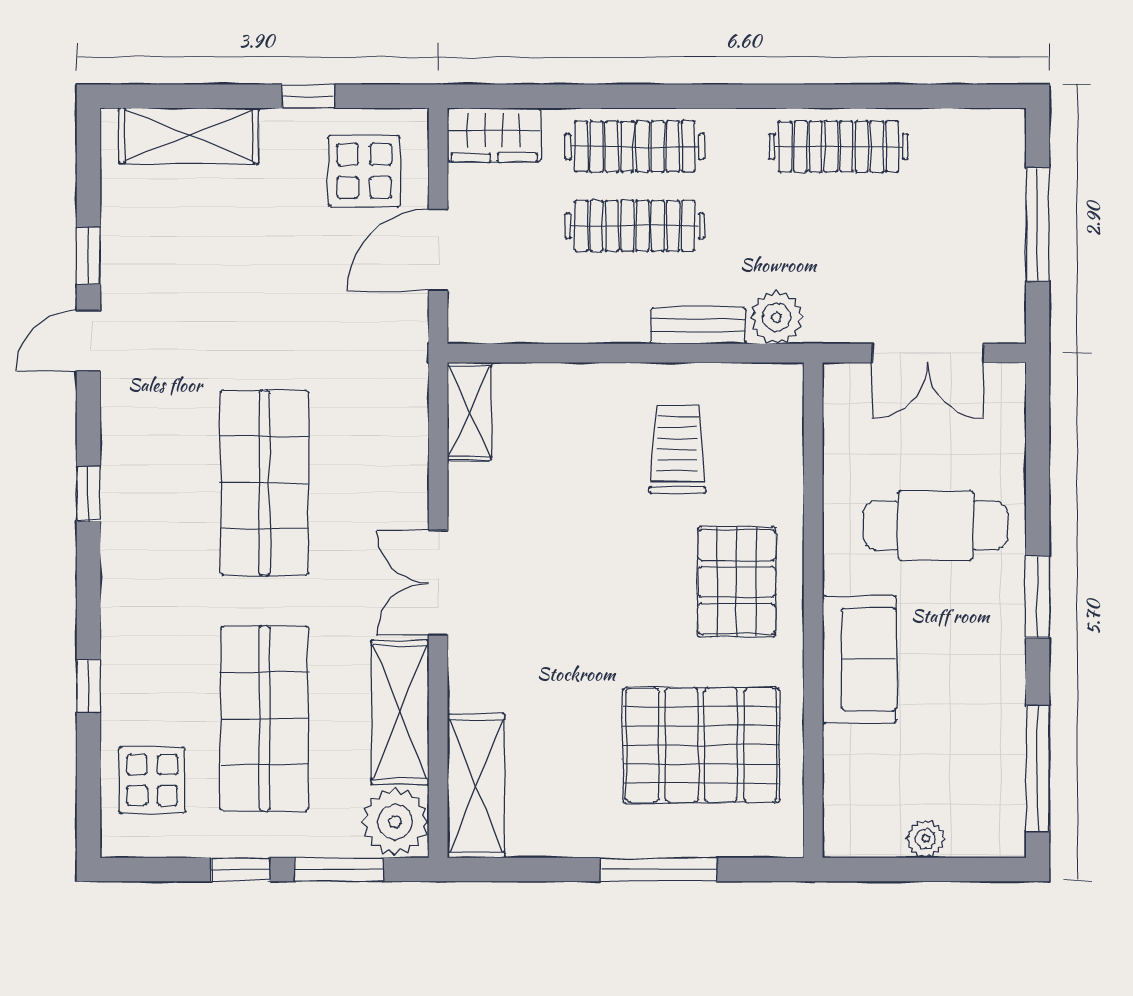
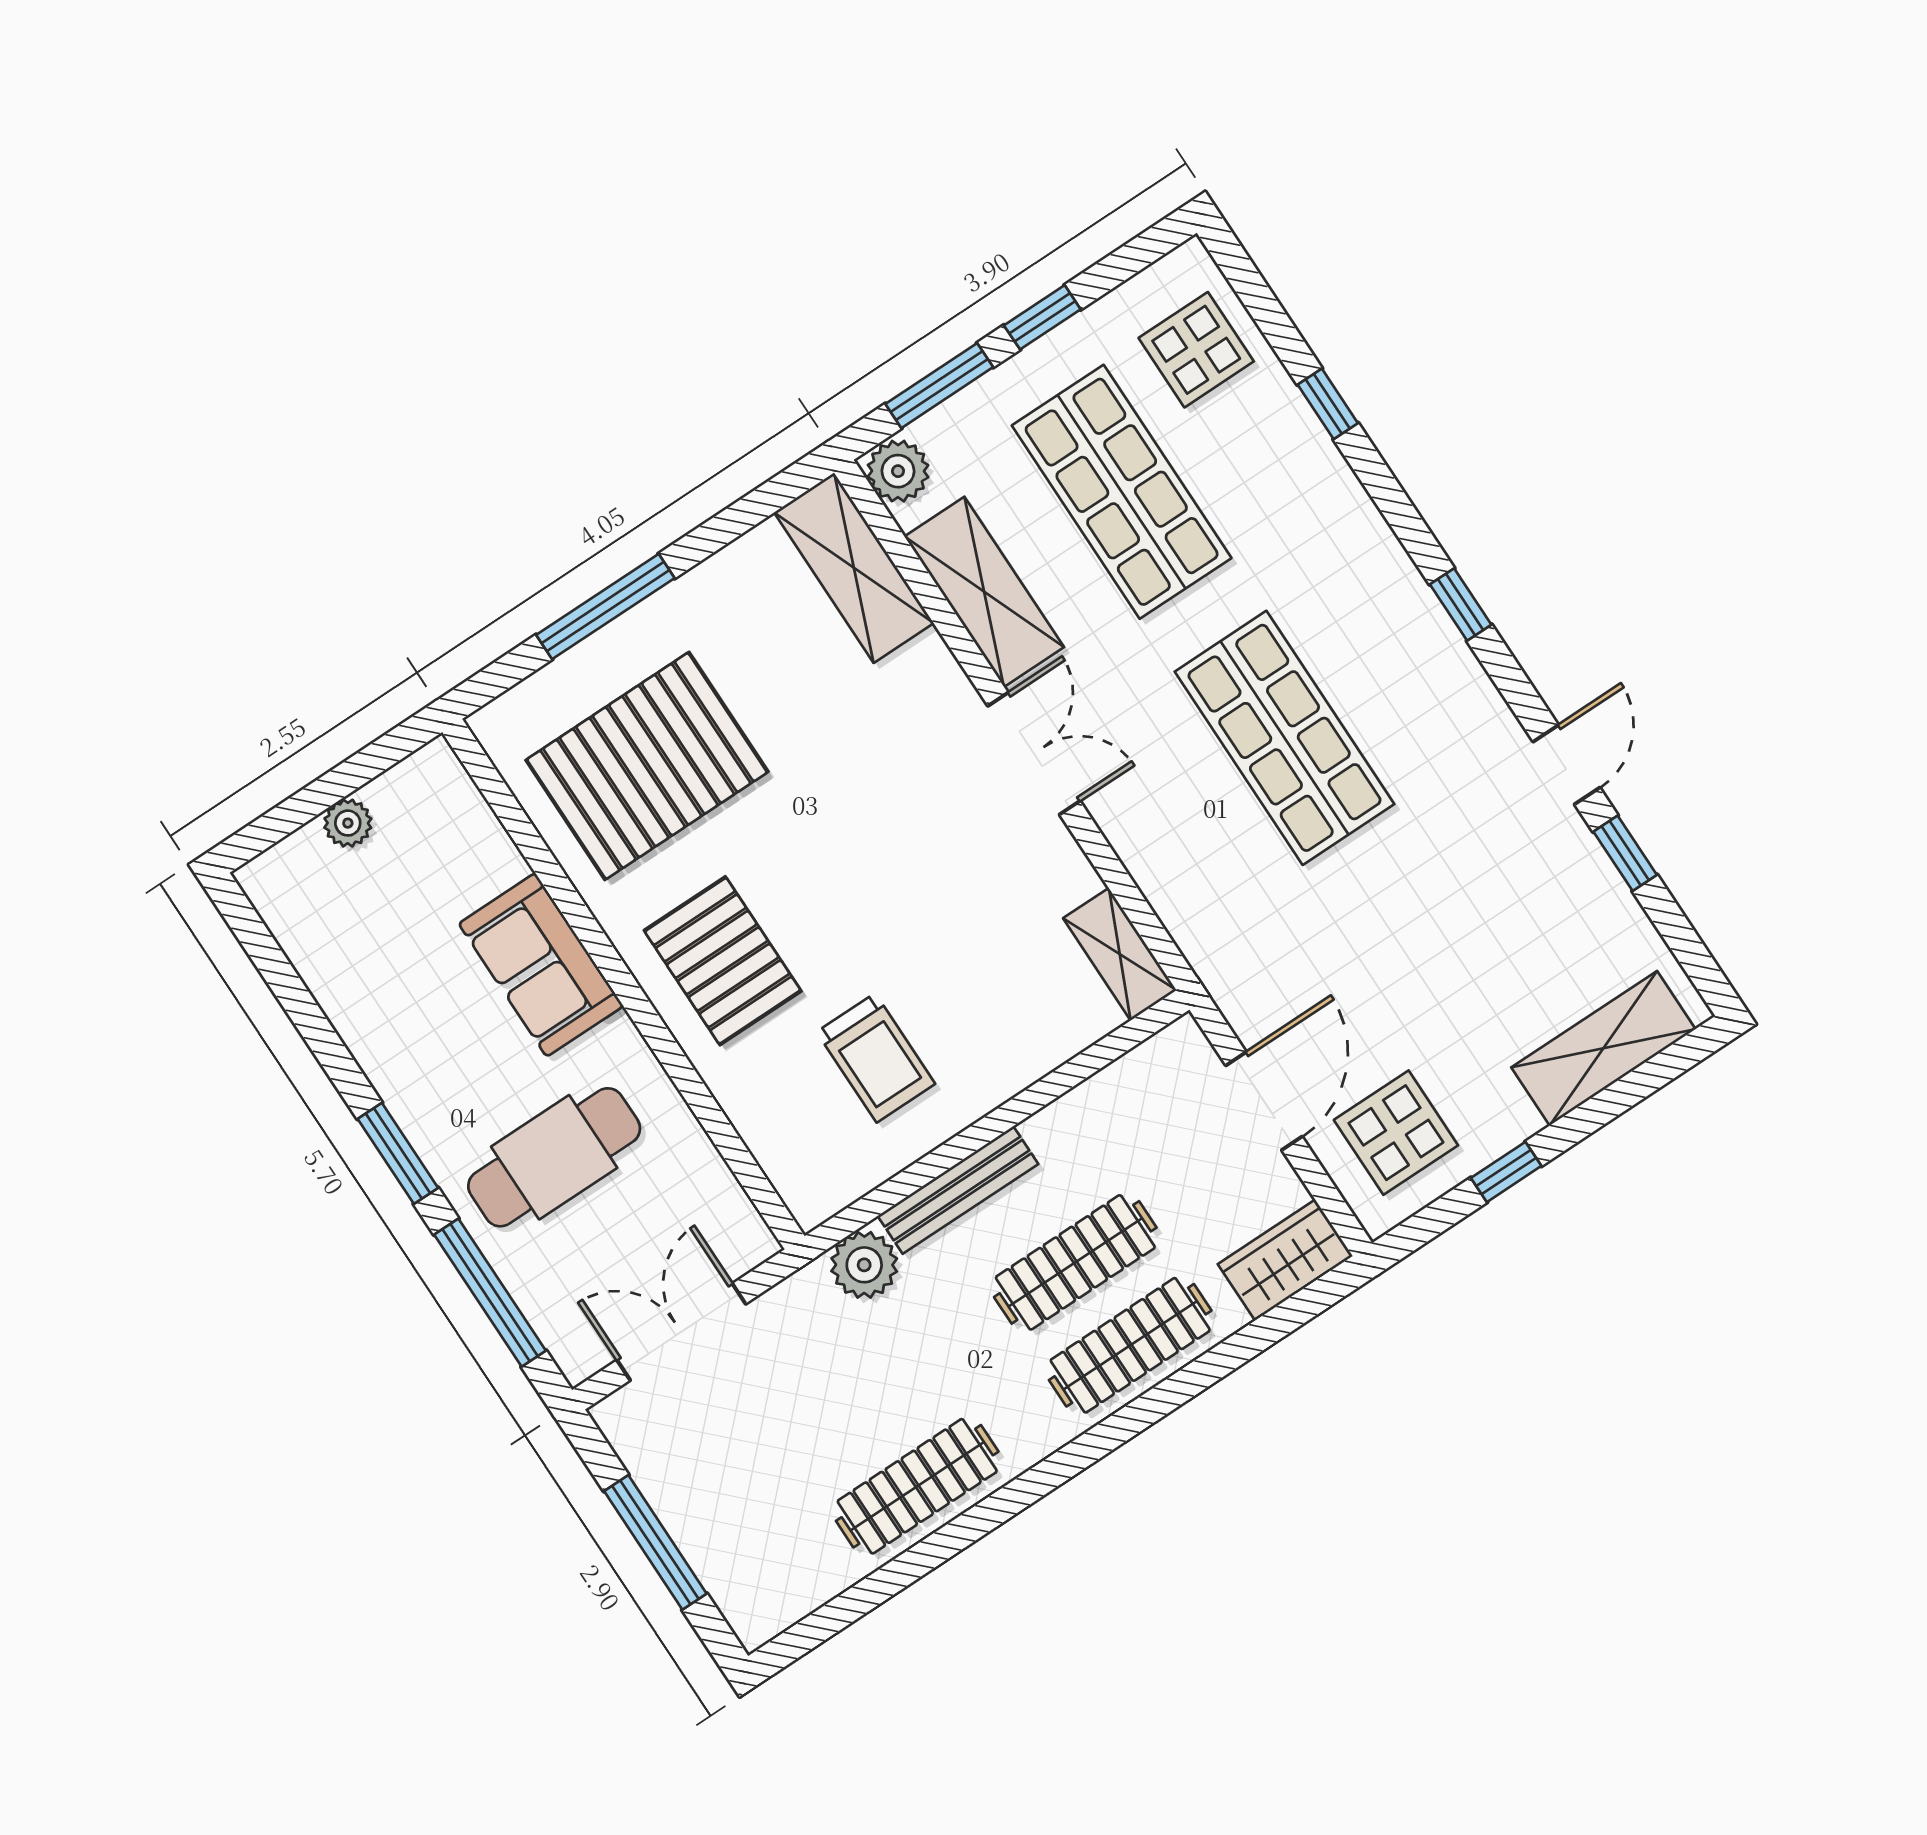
bench: (698, 326) -> (958, 1190), width x1.36
window: (1038, 769) -> (490, 1293), moved
plant: (395, 822) -> (898, 471), width x0.73, depth x0.73

